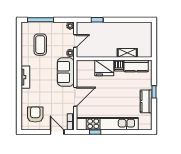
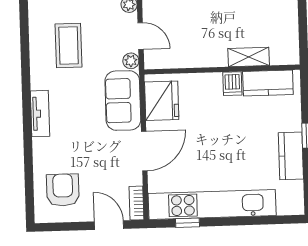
door: (75, 41) -> (141, 36), hinge flipped
fridge: (104, 68) -> (162, 101), moved, turned -90

